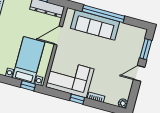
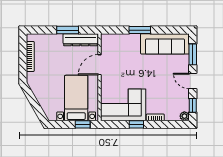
window: (103, 14) -> (140, 30), width x0.47
sofa: (95, 25) -> (165, 44), moved
door: (139, 73) -> (193, 81), hinge flipped
window: (133, 96) -> (193, 105), added

